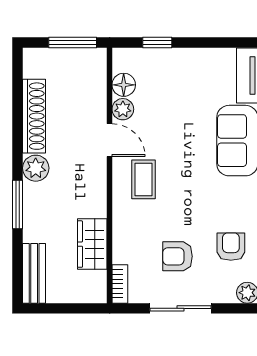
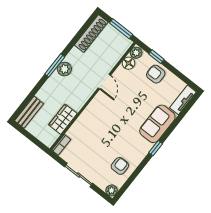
plant: (123, 109) -> (136, 53), moved
shoe rack: (34, 116) -> (91, 34), moved
coffee table: (144, 179) -> (106, 109), removed
window: (18, 205) -> (55, 65), moved
armchair: (177, 256) -> (156, 74), moved

